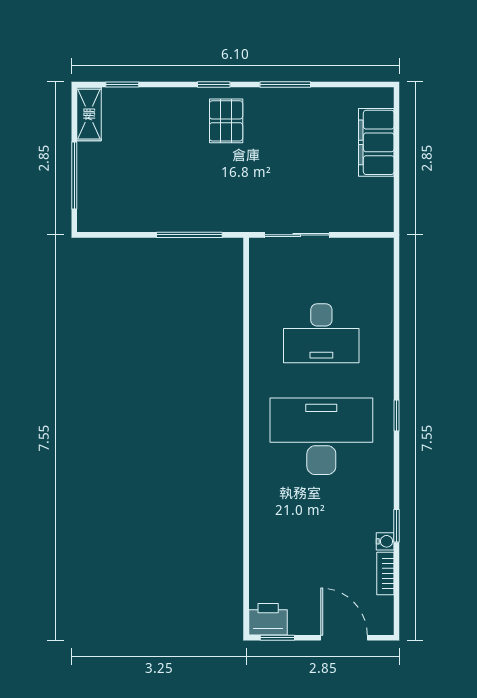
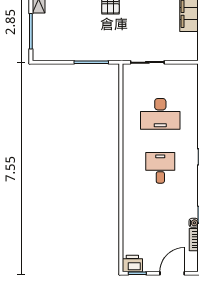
desk: (321, 436) -> (160, 168), width x0.53, depth x0.77
door: (344, 638) -> (172, 273), hinge flipped

